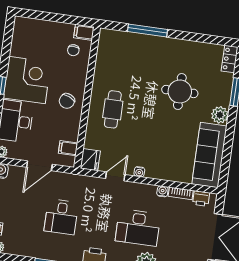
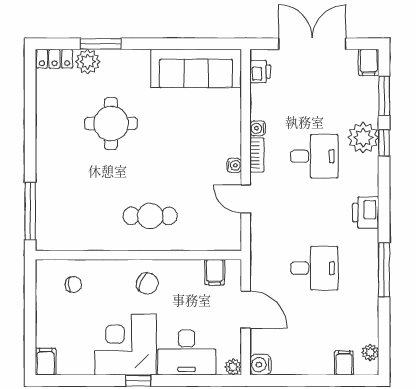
window: (148, 30) -> (30, 211), moved
filing cabinet: (84, 32) -> (46, 362), moved, turned 180
plant: (220, 115) -> (88, 62), moved
fridge: (90, 160) -> (227, 238), removed
bookcase: (181, 193) -> (257, 155), moved
desk: (138, 228) -> (314, 156), width x0.73

